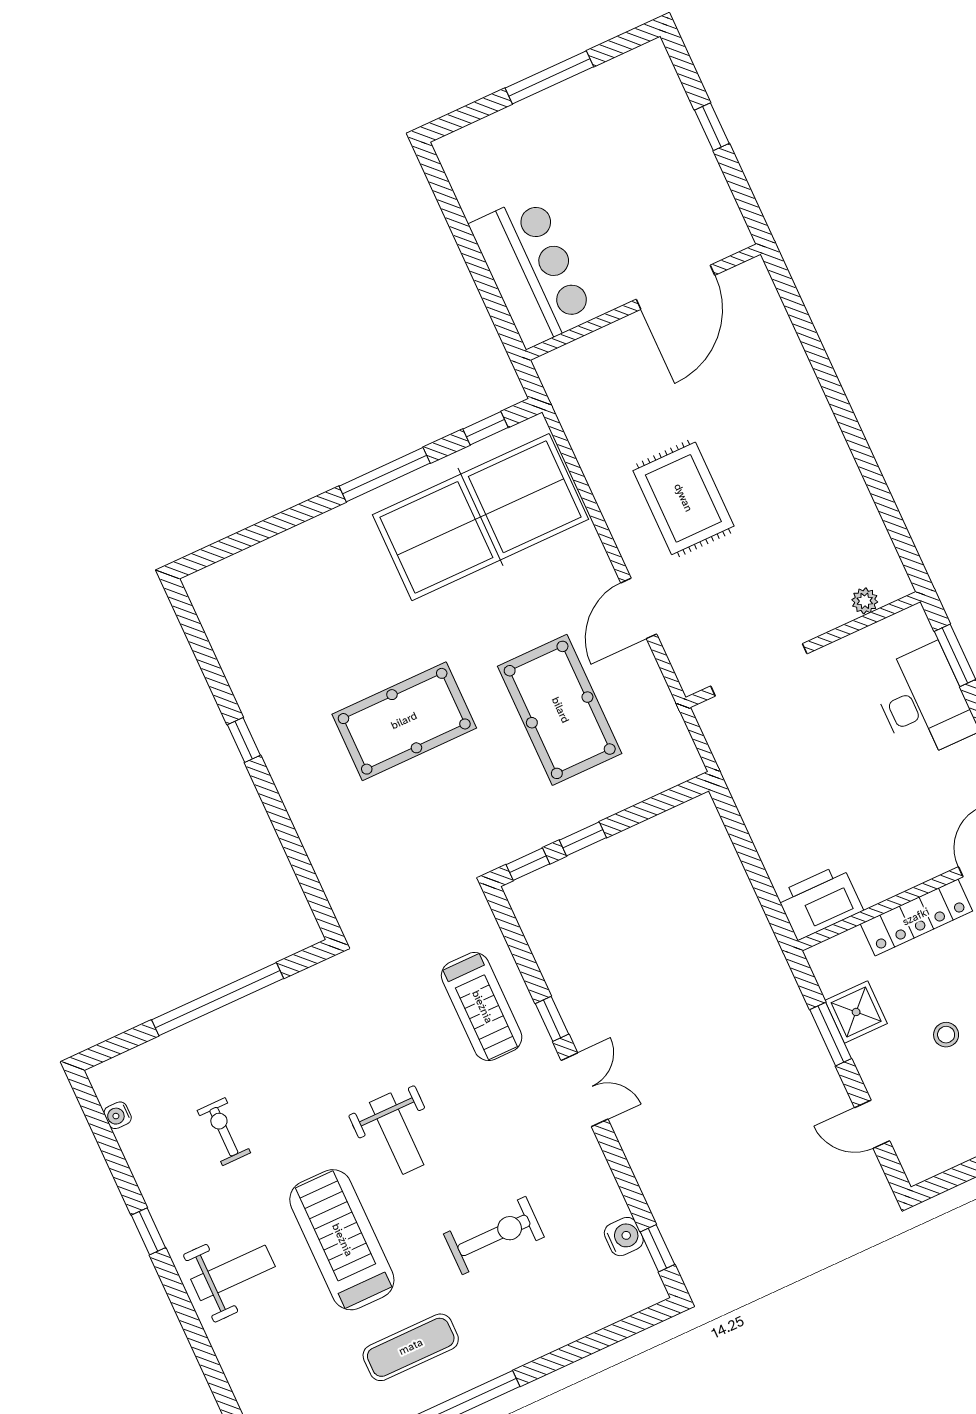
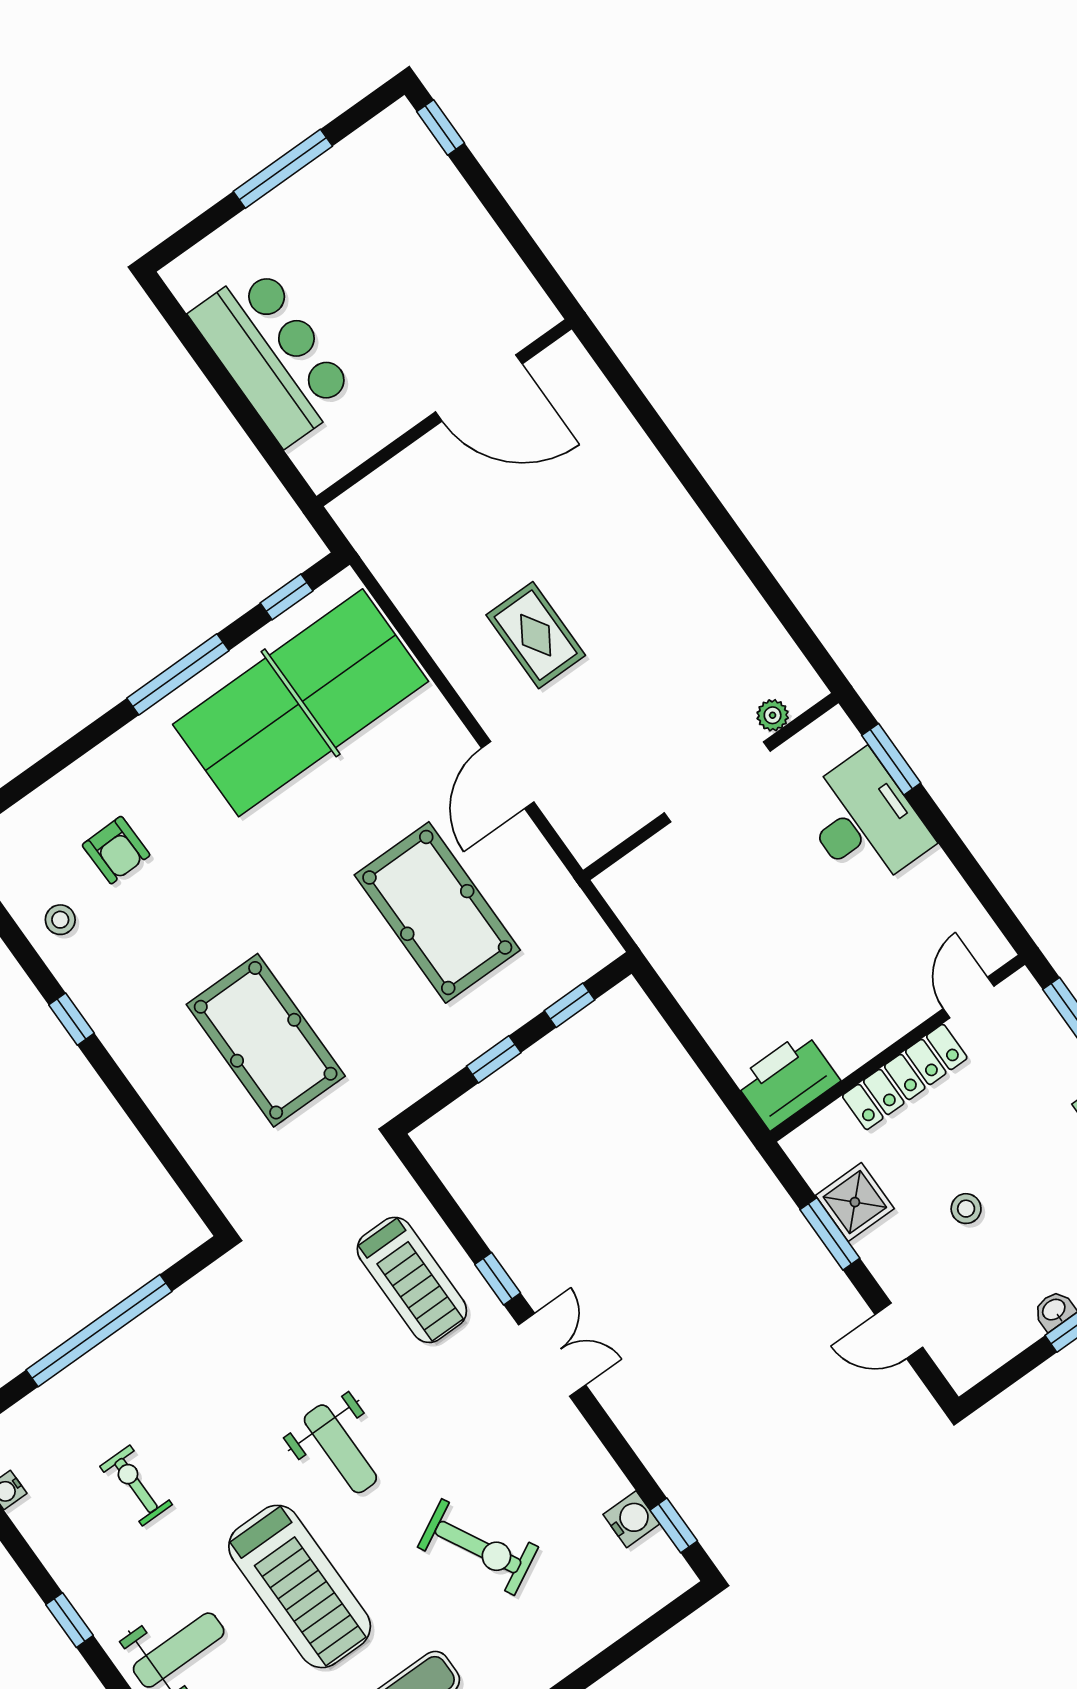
window: (712, 127) -> (441, 127), moved
bar counter: (532, 271) -> (273, 355), moved
door: (676, 287) -> (479, 388), hinge flipped
rug: (683, 498) -> (536, 635), width x0.73, depth x0.70
armchair: (307, 609) -> (116, 850), added
stool: (250, 657) -> (60, 920), added
doorway: (759, 670) -> (717, 782), moved
pool table: (404, 721) -> (266, 1040), moved, turned 90
window: (528, 864) -> (569, 1005), moved
exercise bike: (494, 1235) -> (478, 1547), turned 62
treadmill: (342, 1240) -> (300, 1586), turned 180

